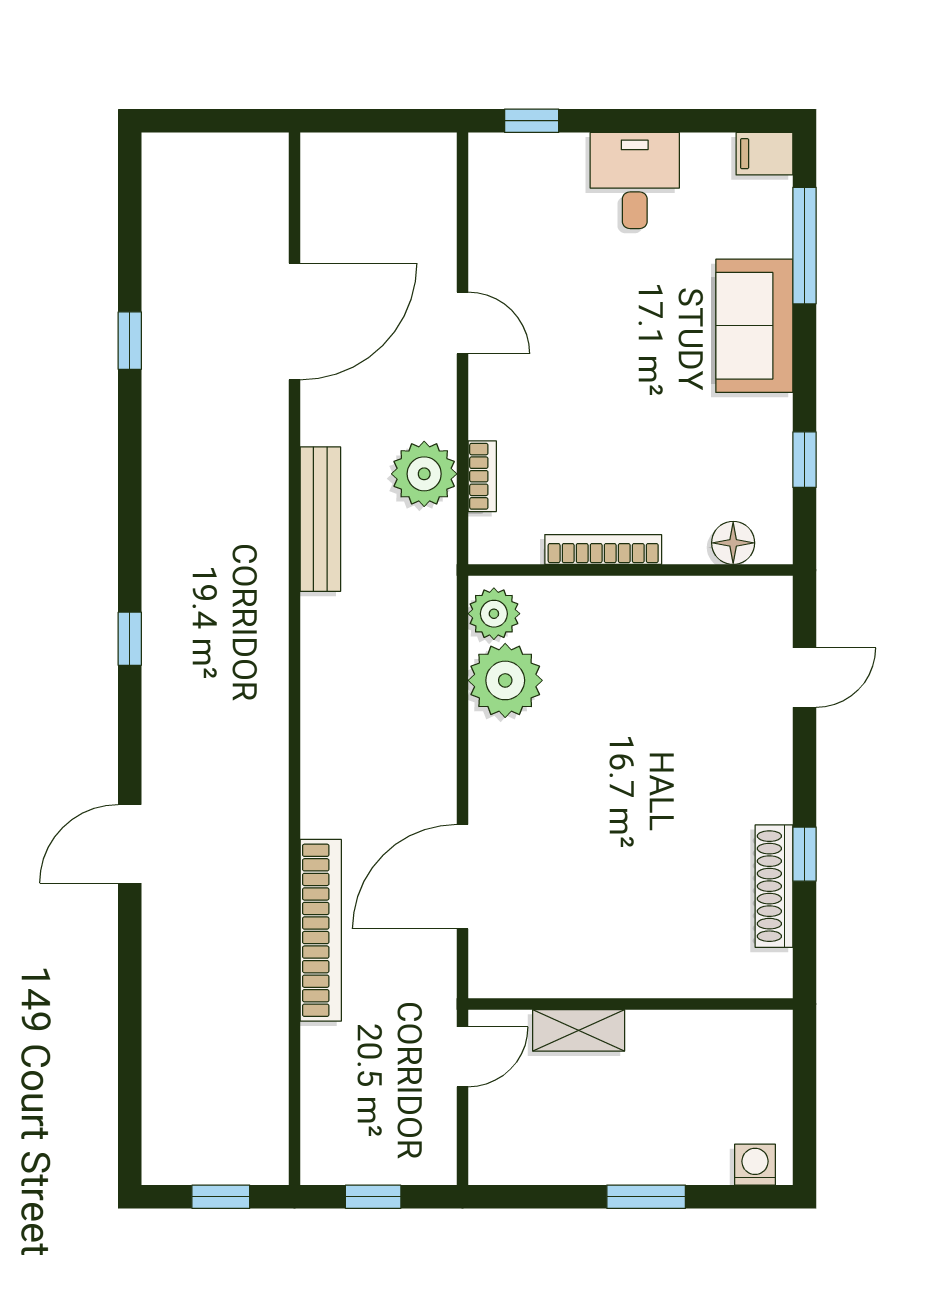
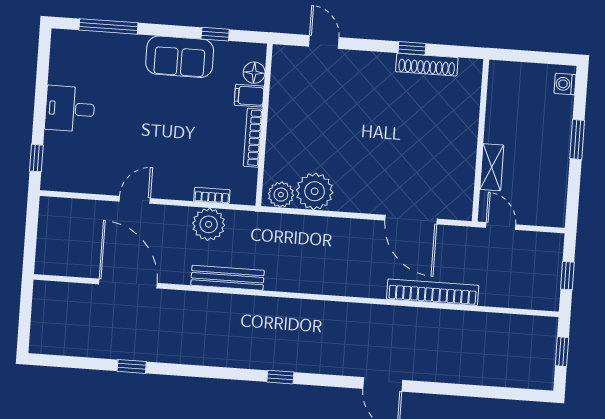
filing cabinet: (764, 154) -> (249, 96), moved, turned 90
sofa: (754, 326) -> (180, 57), moved

